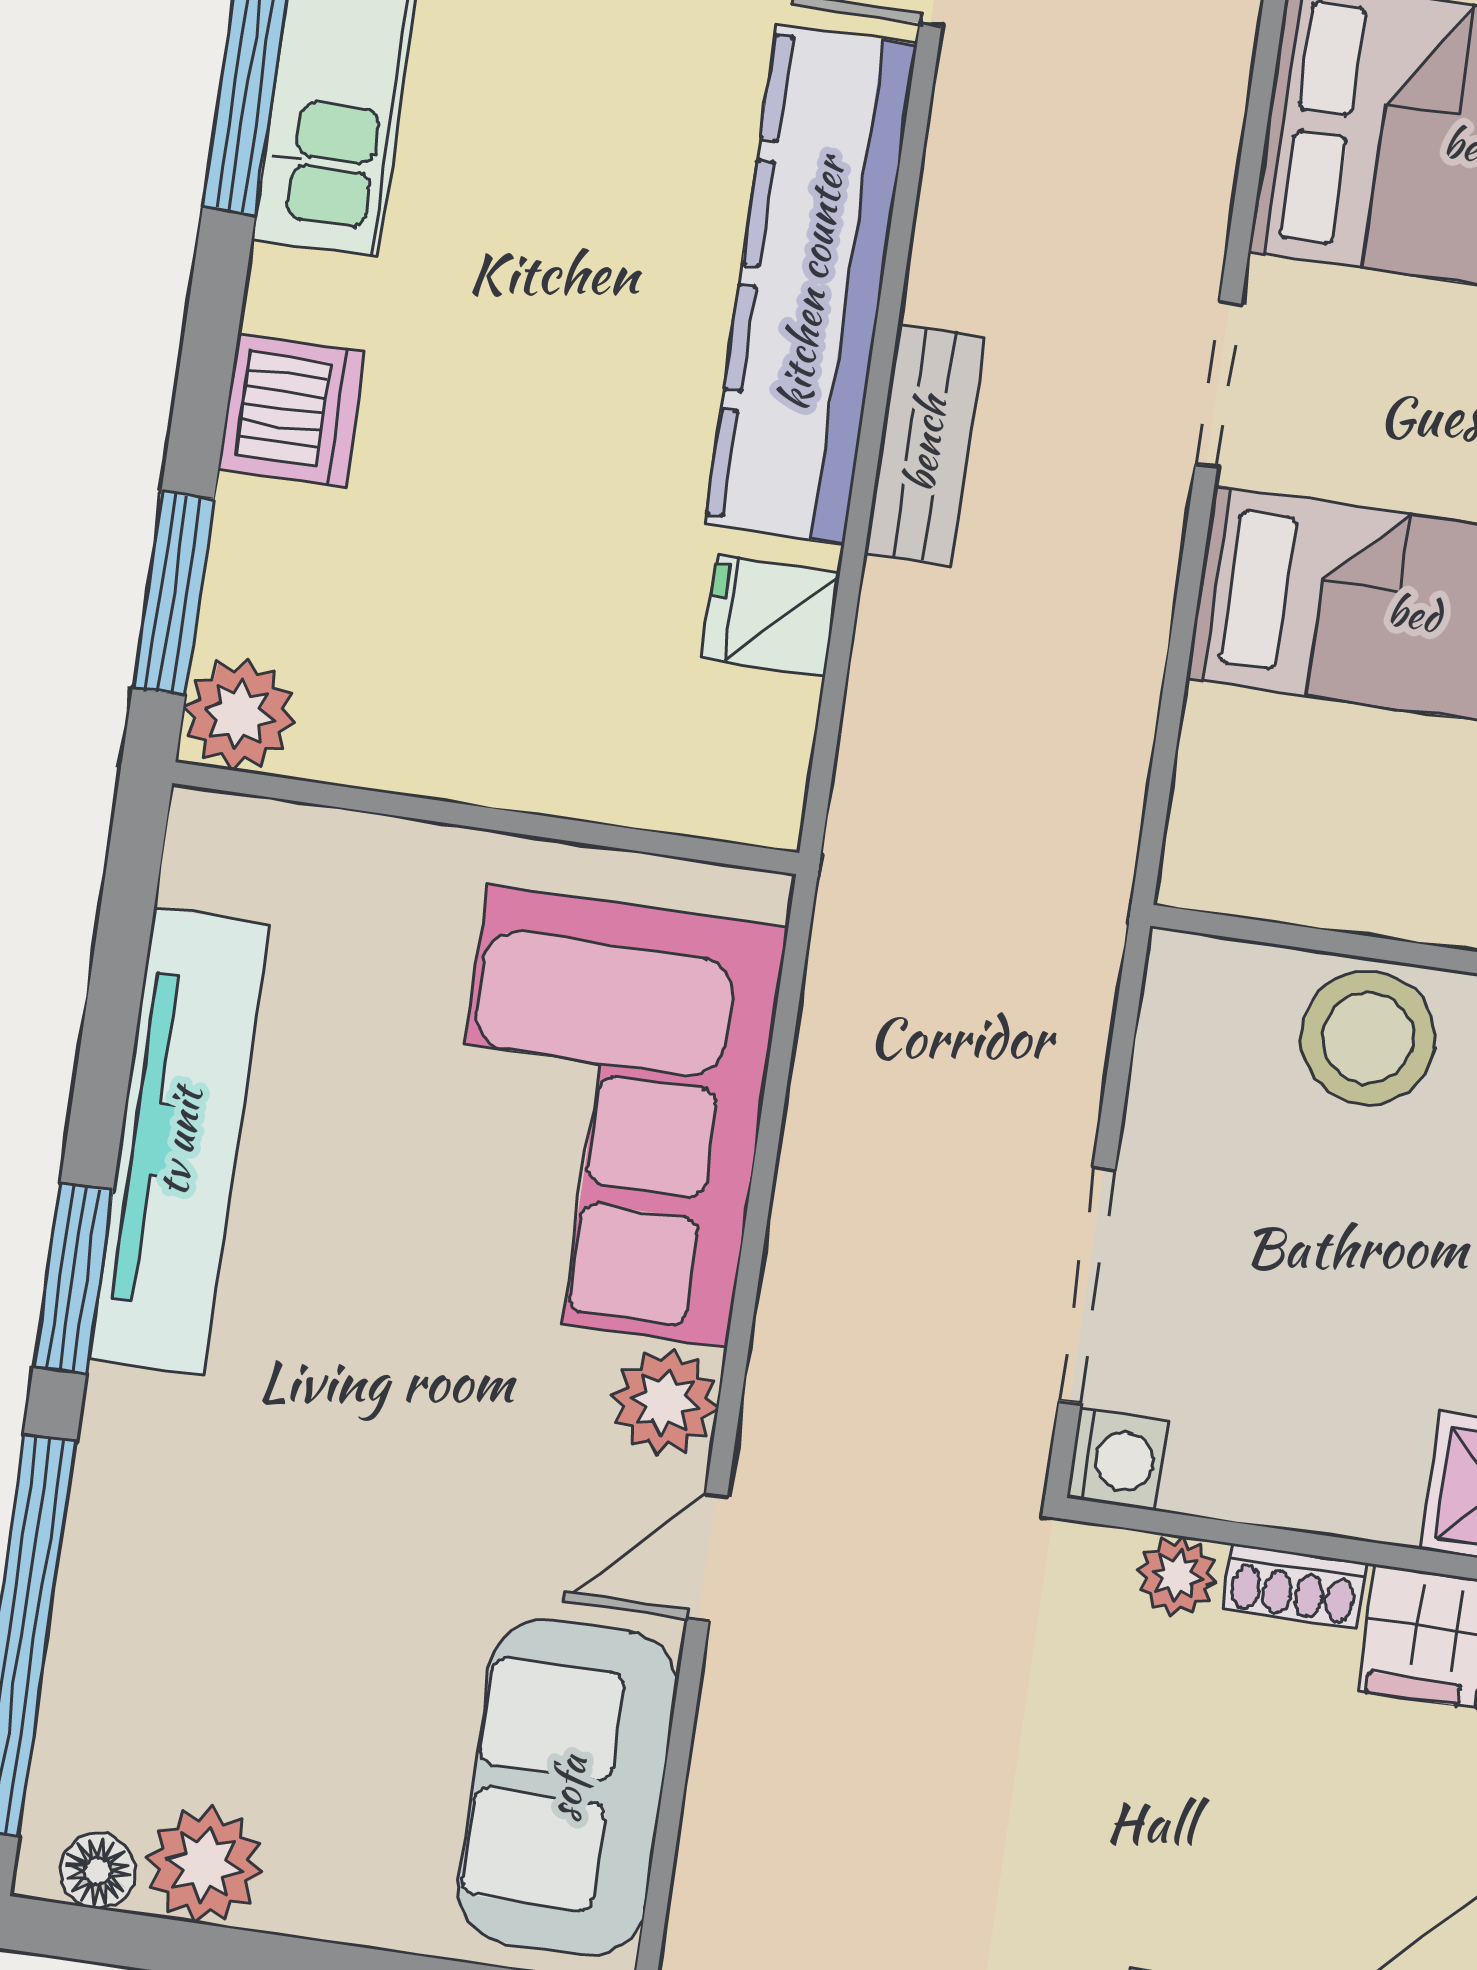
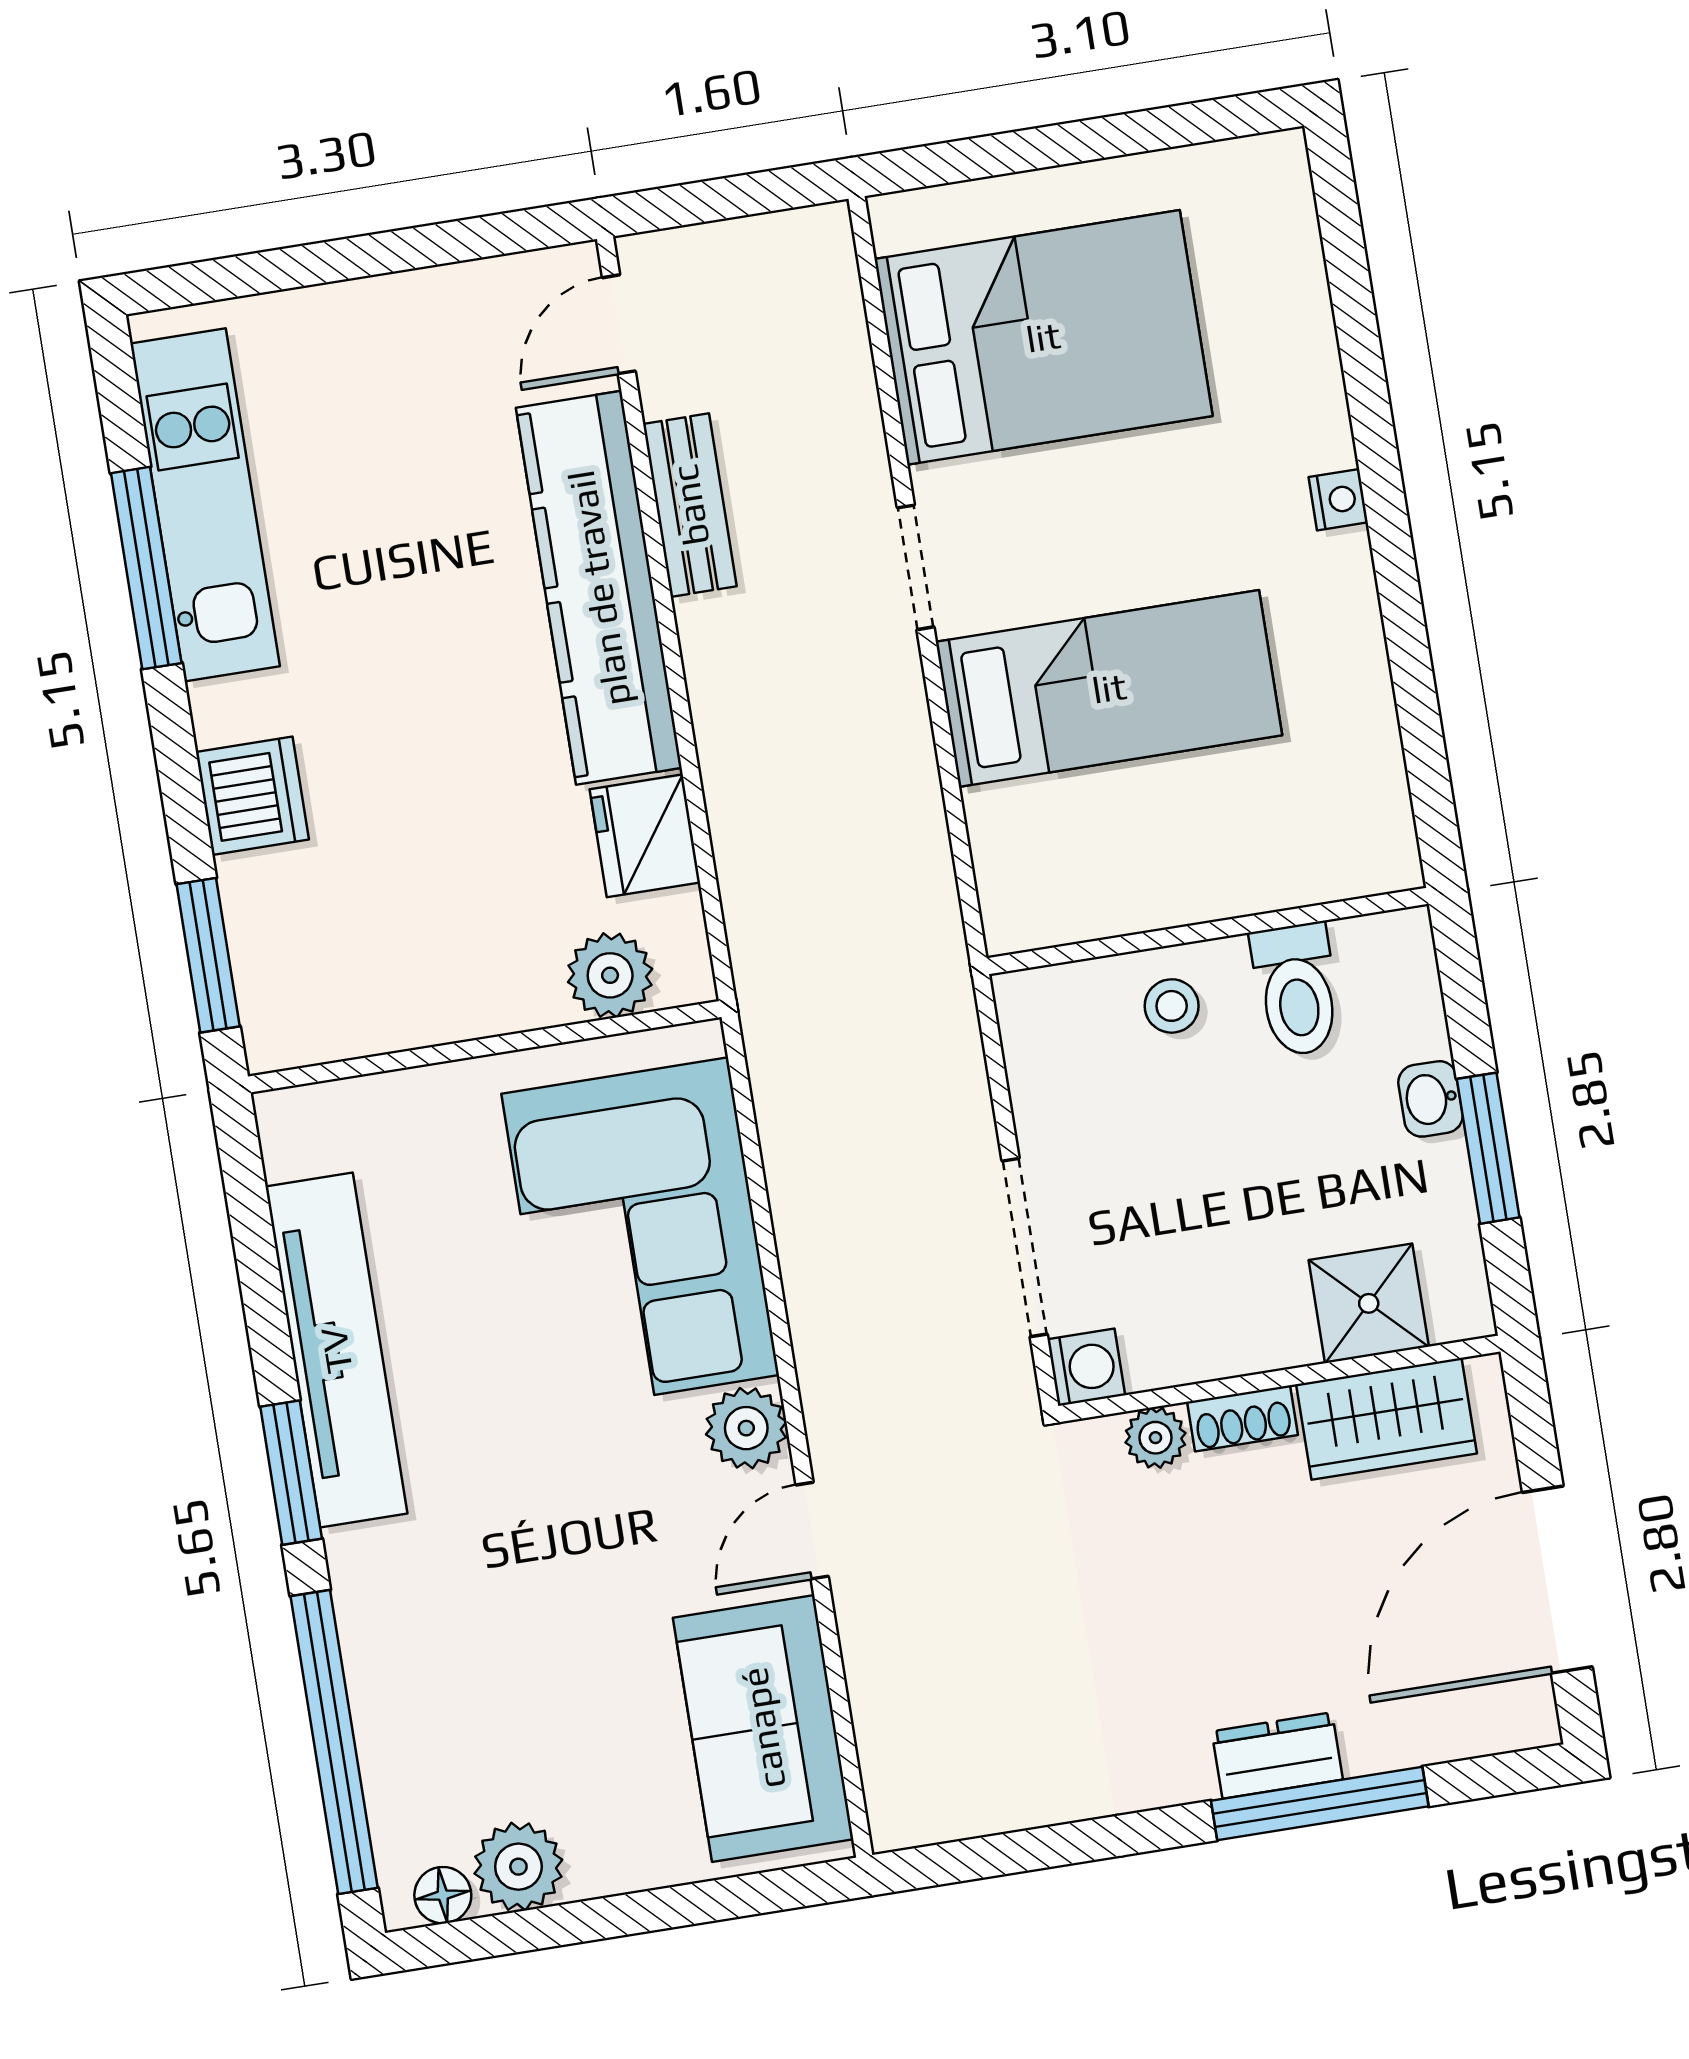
bench: (925, 444) -> (690, 505), moved
fridge: (771, 615) -> (645, 836), width x1.38
plant: (239, 714) -> (610, 975), moved
stool: (1368, 1038) -> (1172, 1006), width x0.53, depth x0.53

